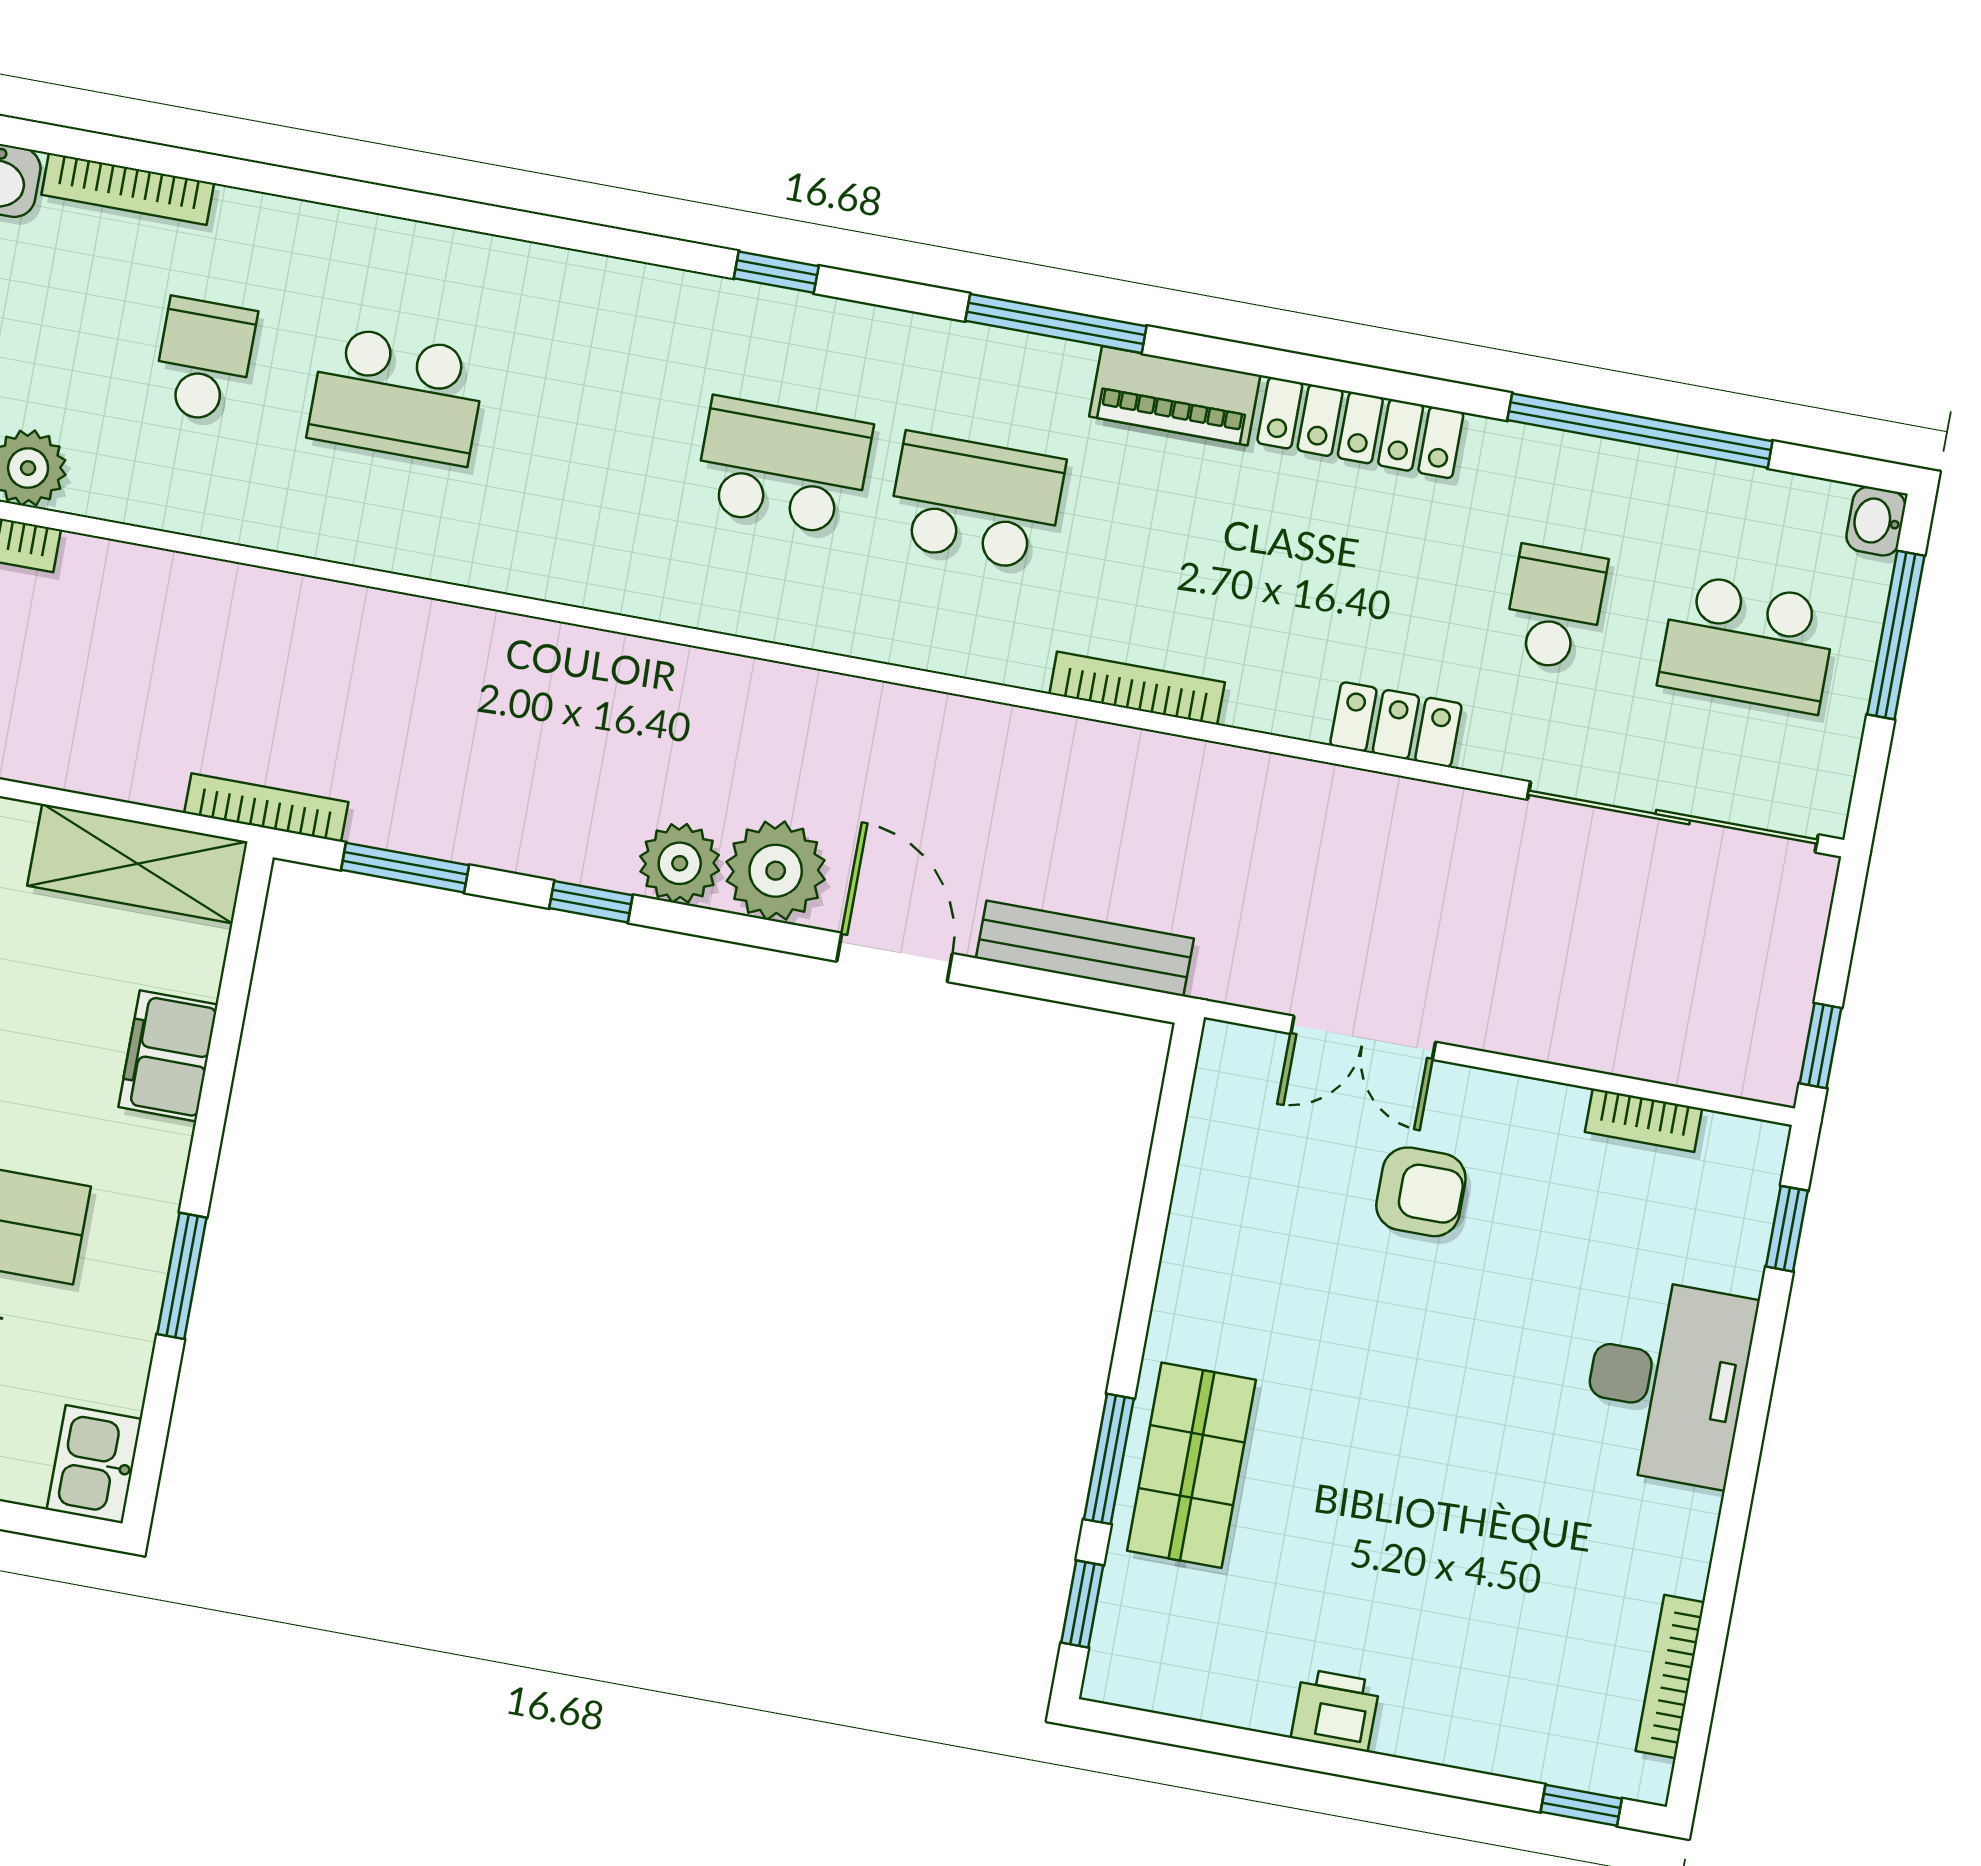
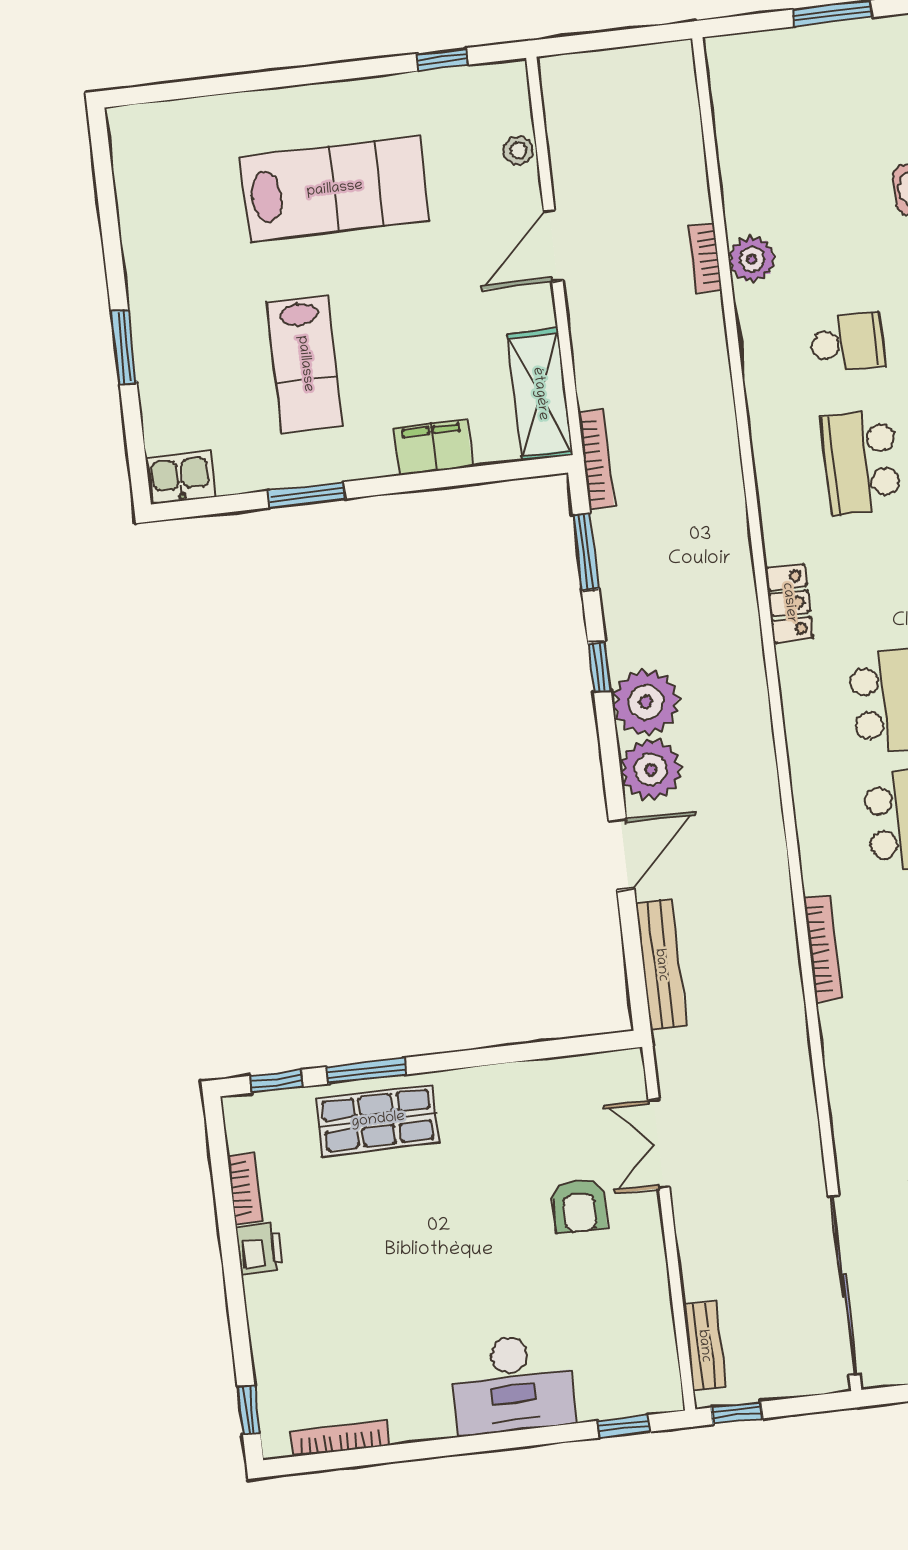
locker: (1396, 725) -> (789, 603), moved
plant: (680, 863) -> (646, 702), width x1.36, depth x1.36
bench: (1701, 1064) -> (704, 1346), added
bookcase: (1643, 1120) -> (245, 1189), moved, turned 180

